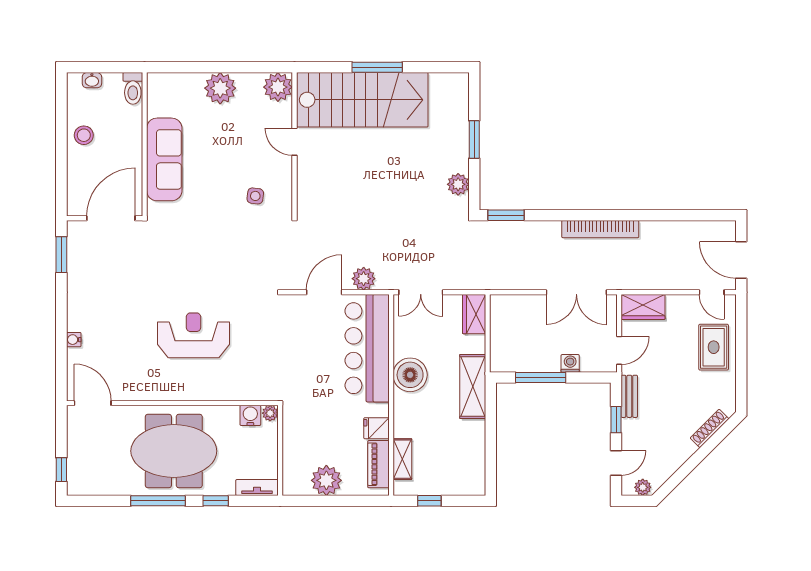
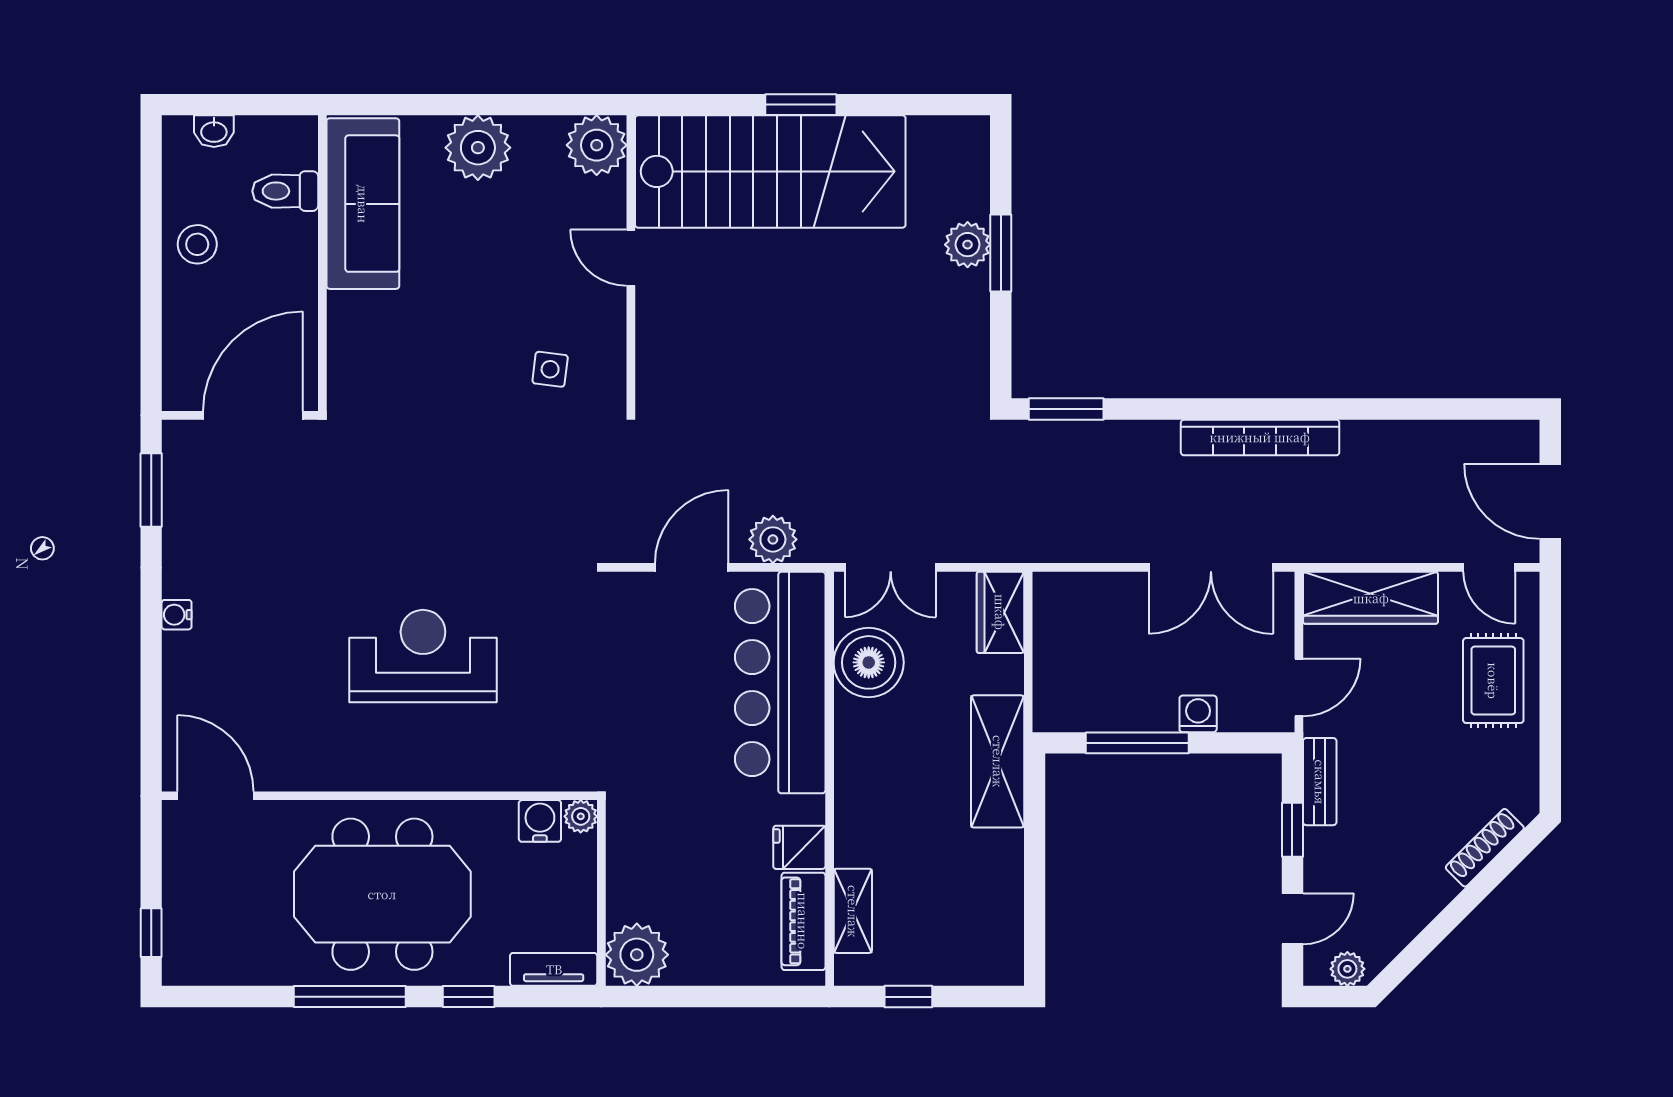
window: (377, 67) -> (801, 105), width x0.69
toilet: (133, 88) -> (285, 191), moved, turned 90
sofa: (164, 159) -> (363, 204), moved
plant: (458, 184) -> (968, 245), moved
wardrobe: (643, 307) -> (1371, 598), width x1.50
water cooler: (74, 340) -> (177, 615), moved
boiler: (410, 375) -> (869, 662), moved
plant: (326, 480) -> (637, 955), moved

